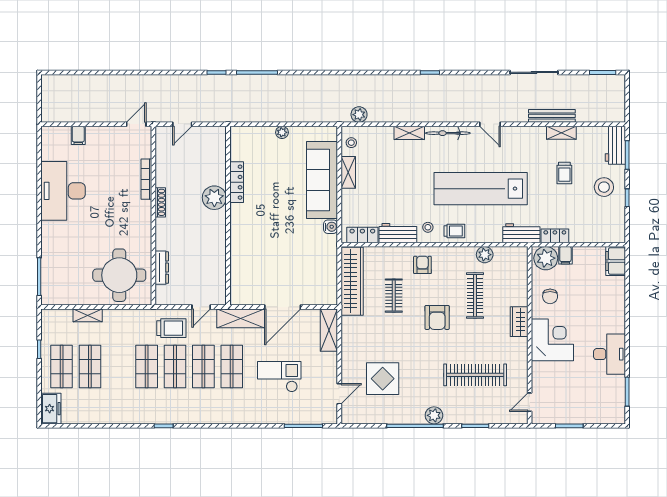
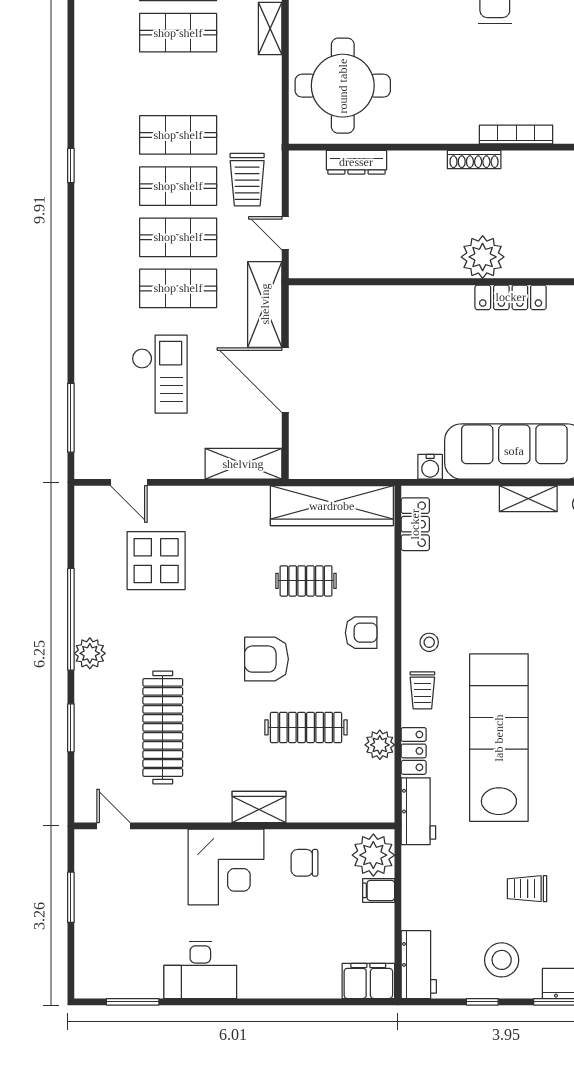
workbench: (398, 233) -> (419, 965), moved
locker: (555, 236) -> (414, 751), moved

